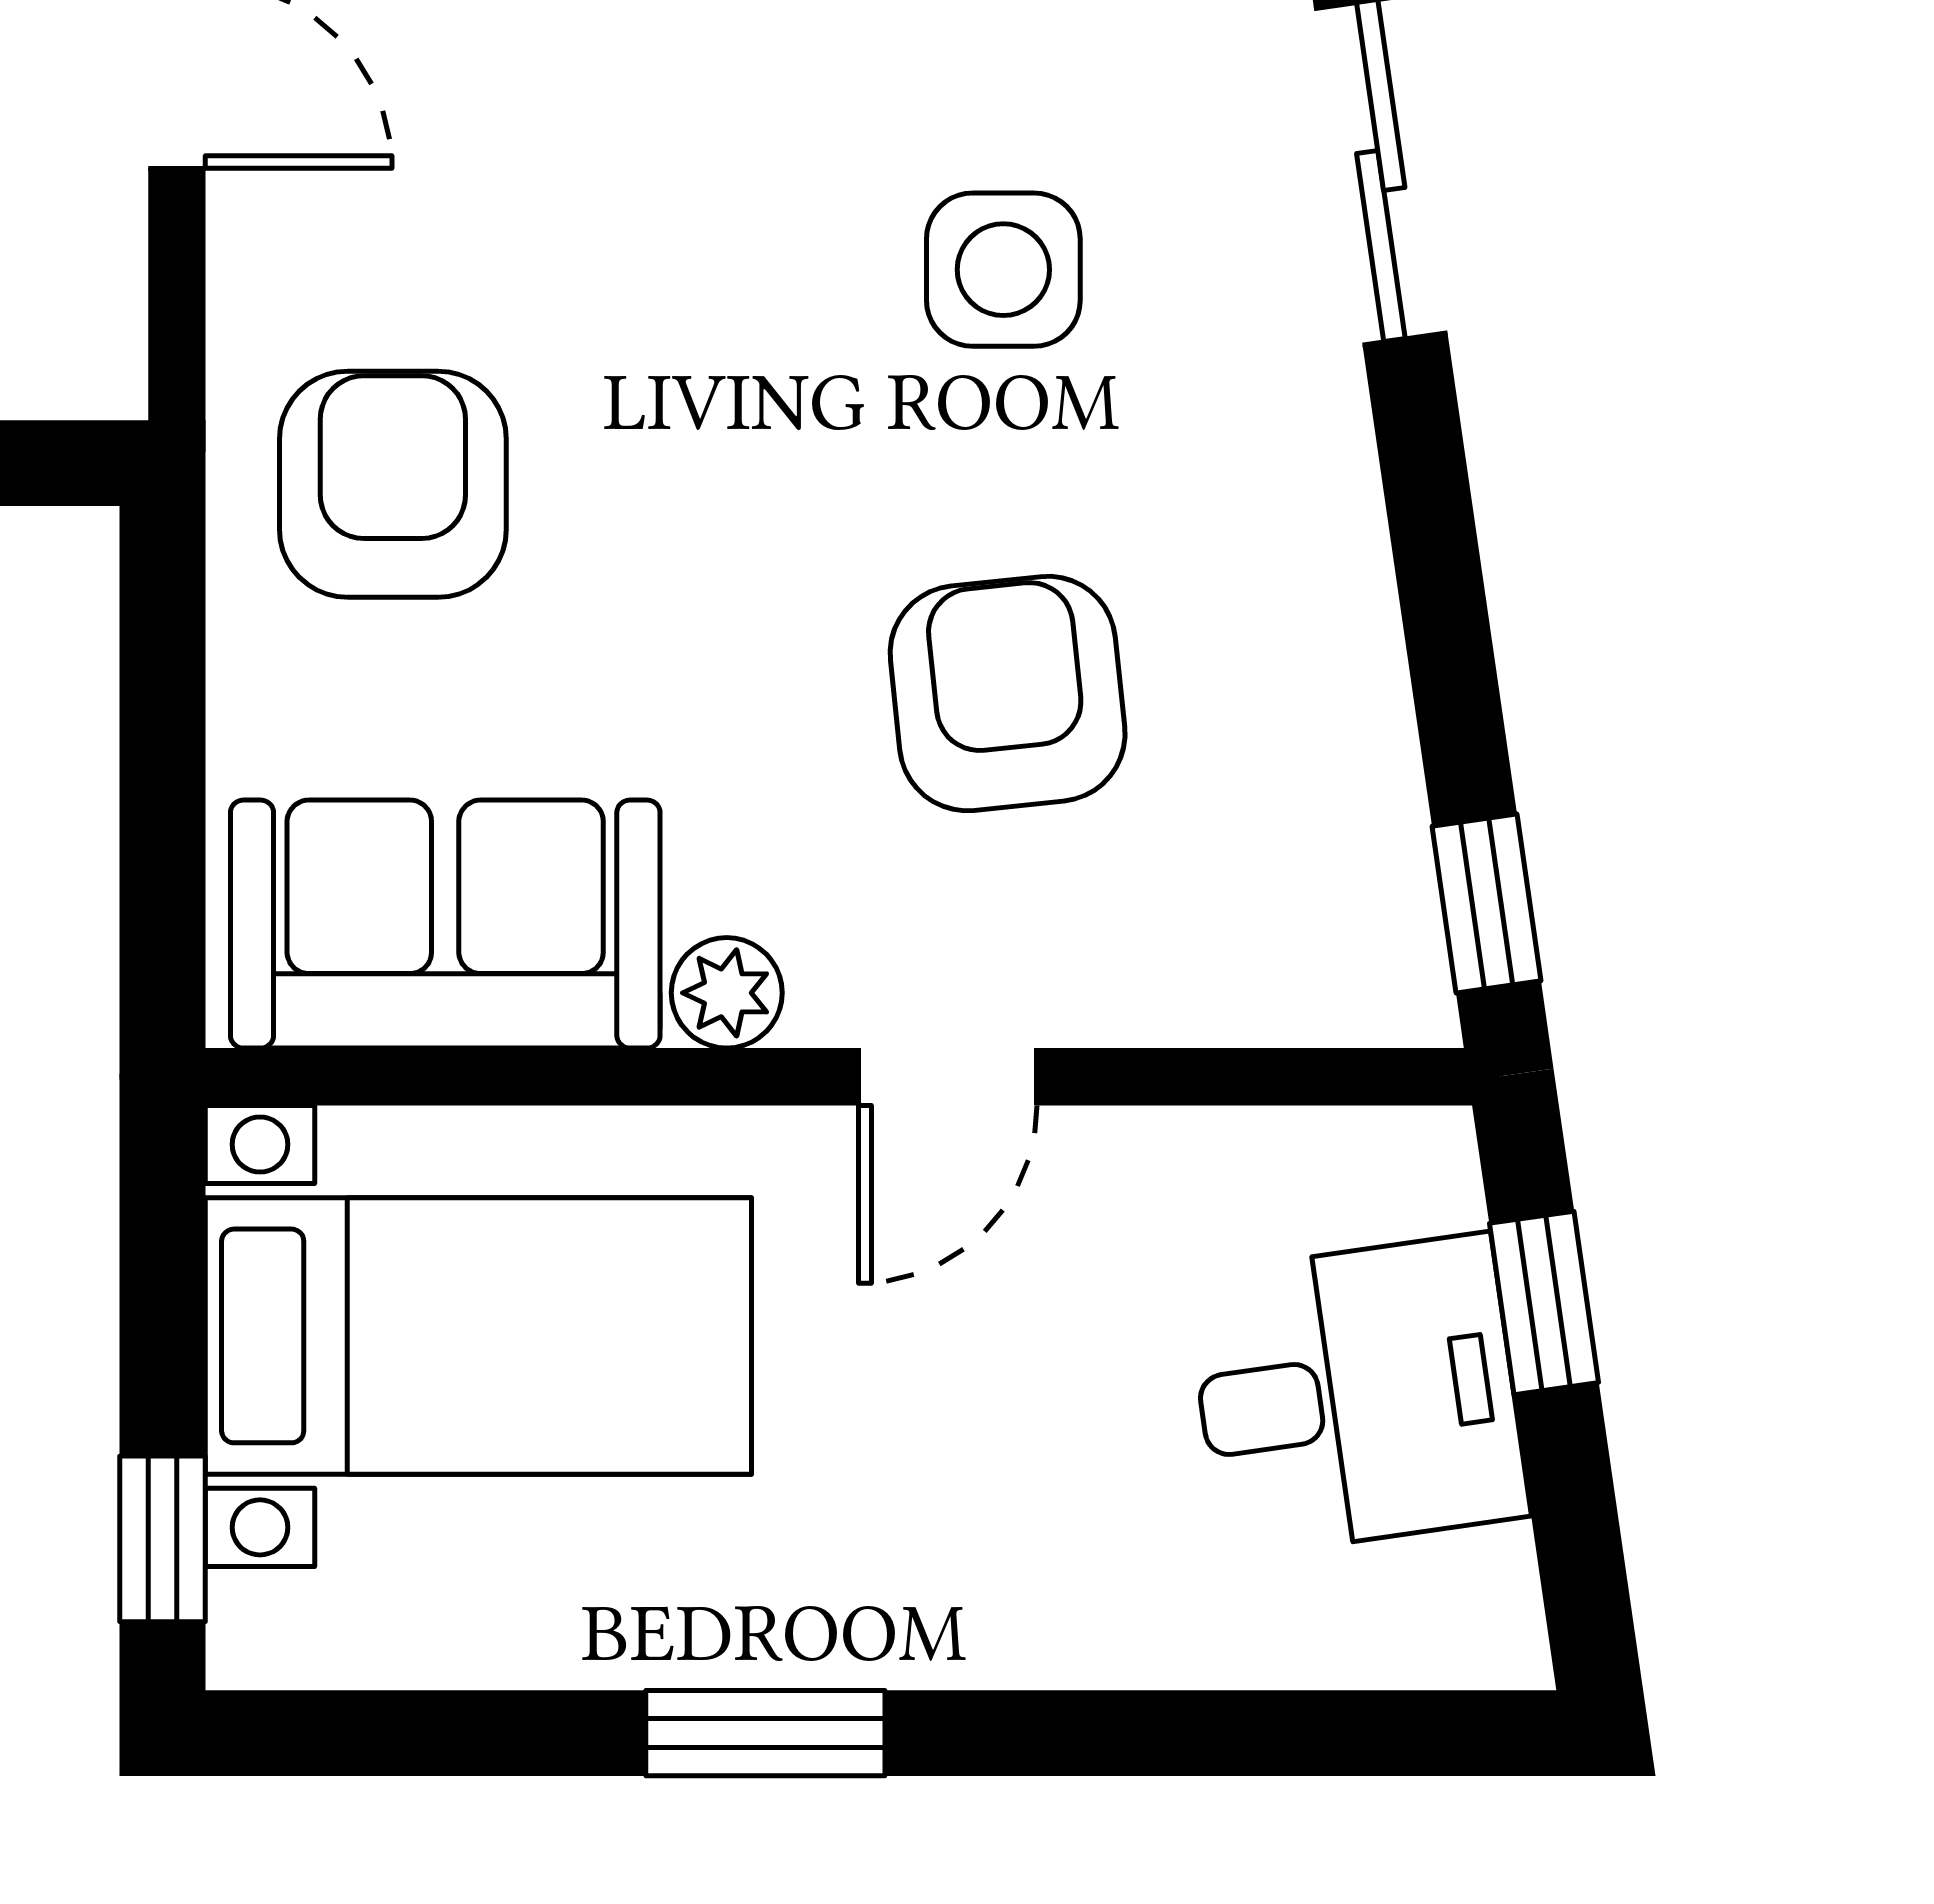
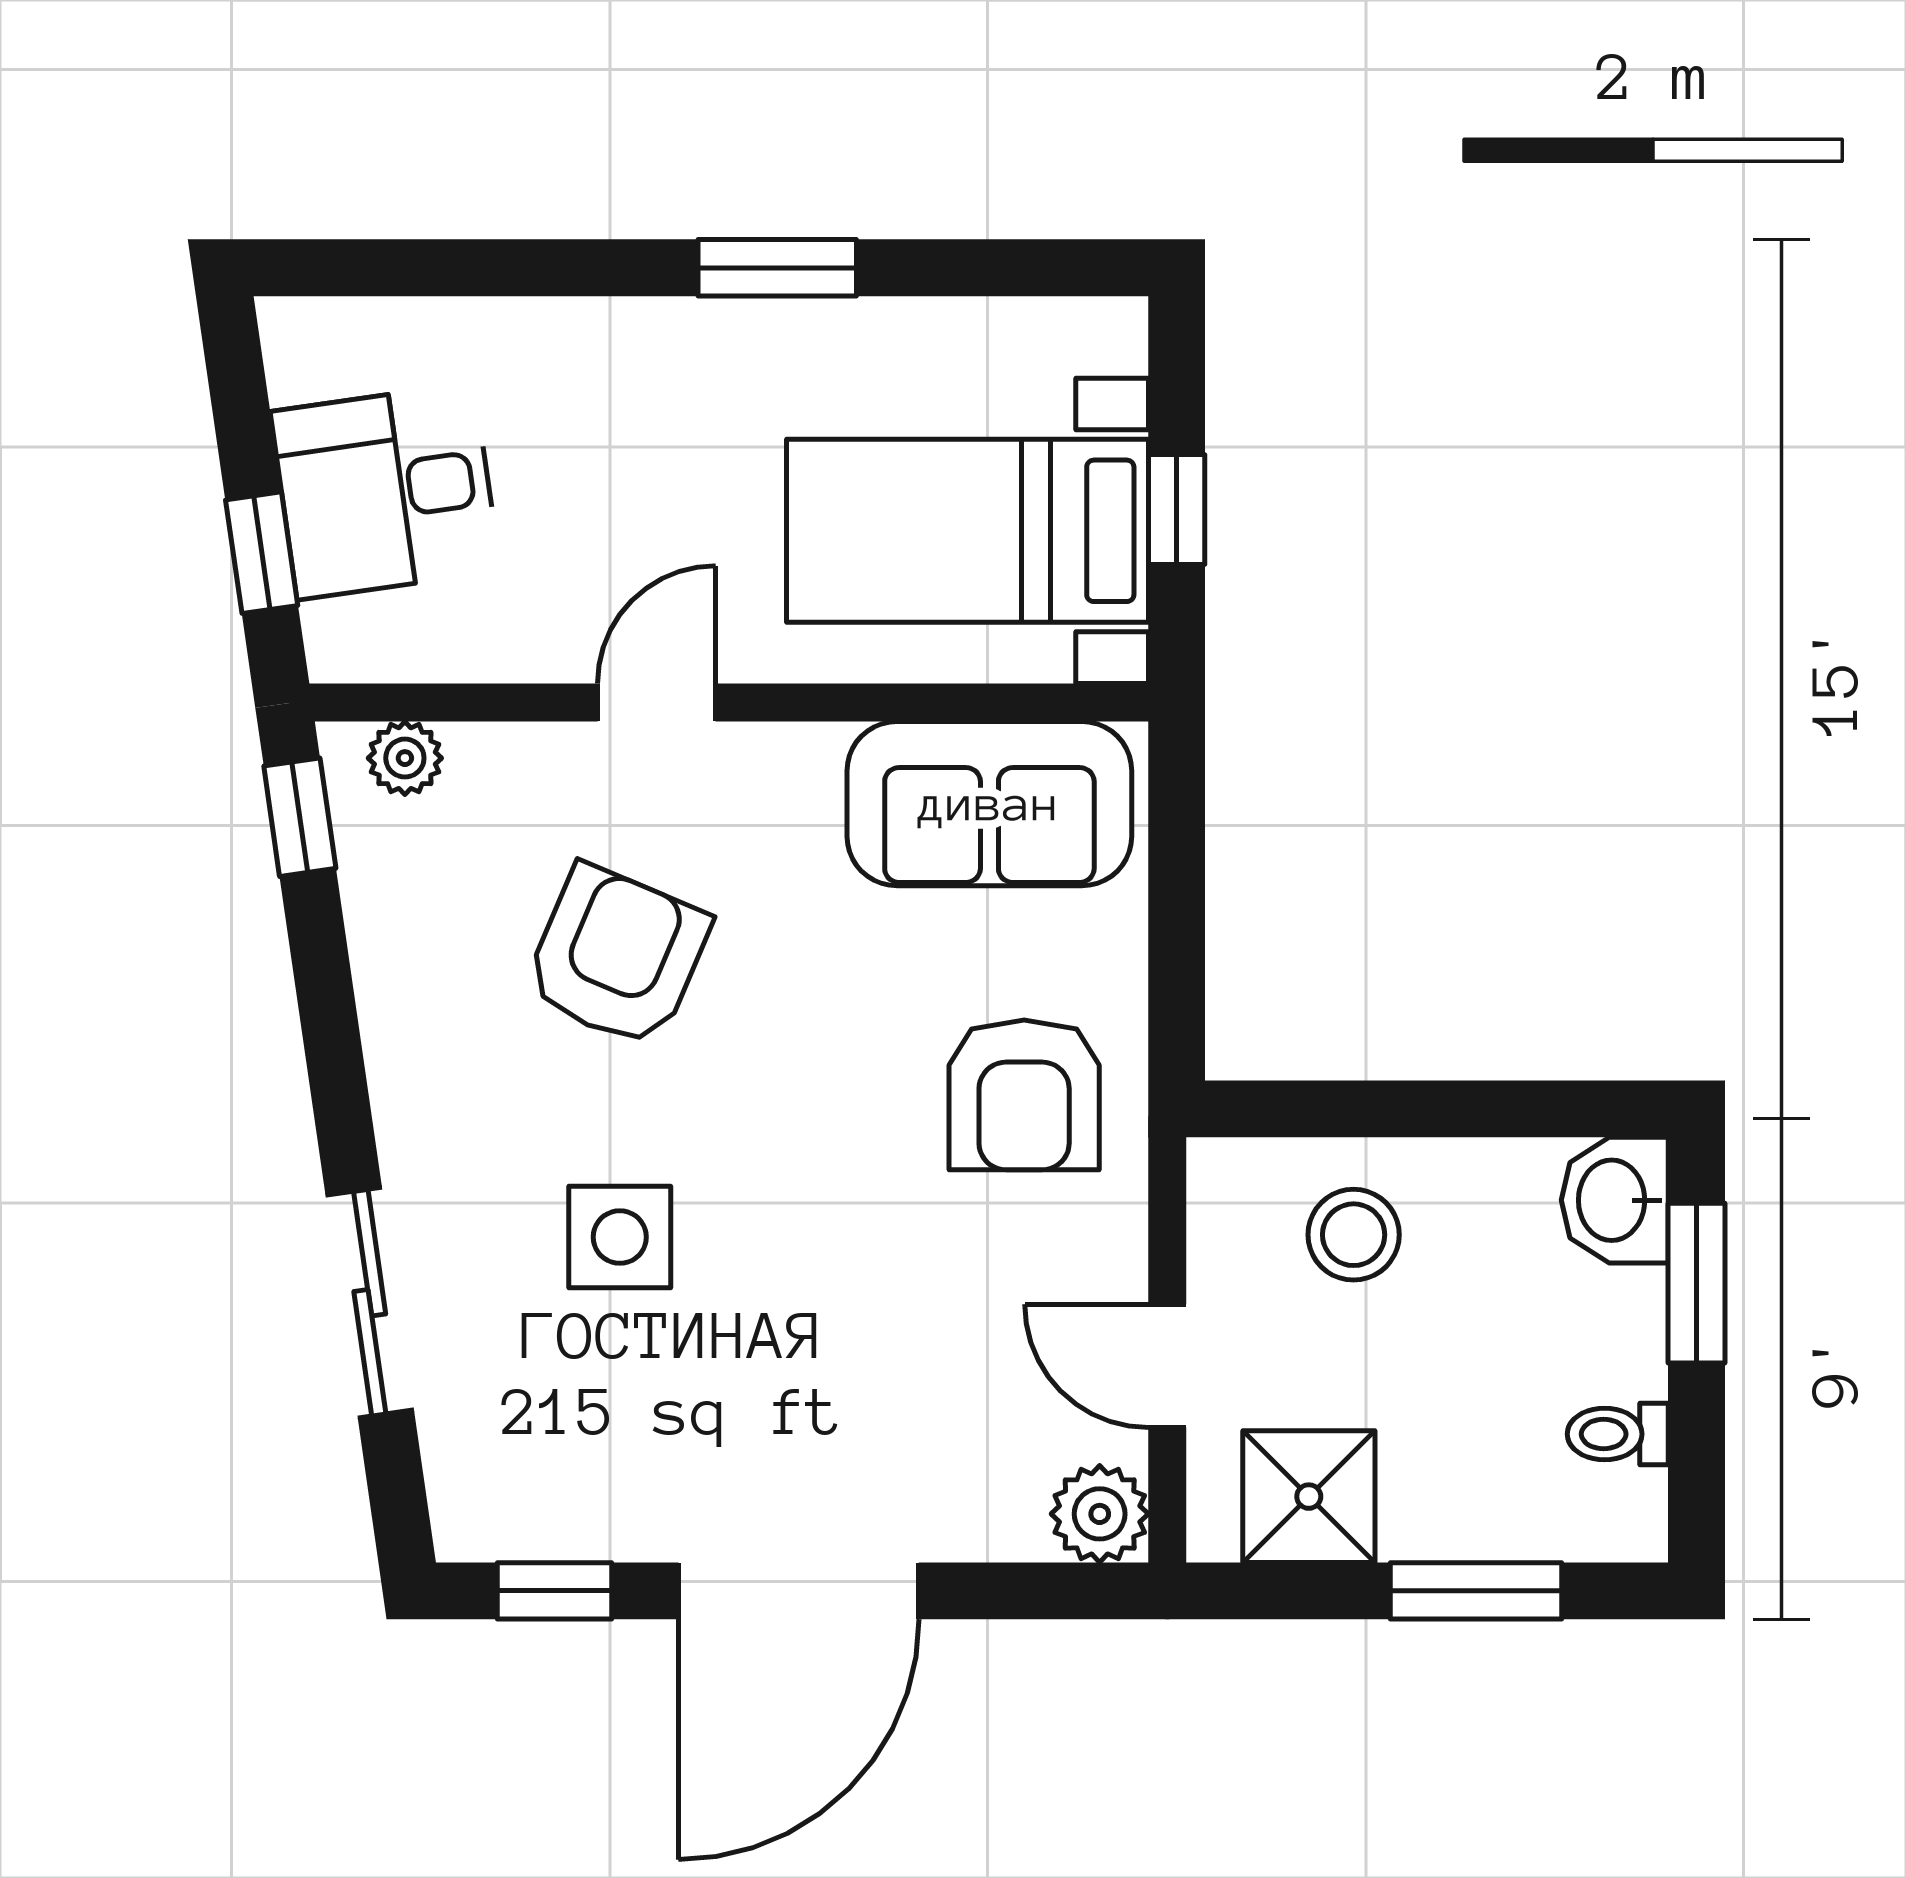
armchair: (1008, 694) -> (617, 956), turned -151
plant: (727, 993) -> (405, 758), moved
window: (163, 1539) -> (1177, 509), moved

